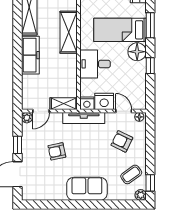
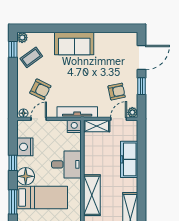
freezer: (30, 55) -> (129, 159), moved
nightstand: (104, 101) -> (25, 147), moved, turned -90
door: (124, 111) -> (39, 119), swing flipped
armchair: (57, 151) -> (117, 92), moved

